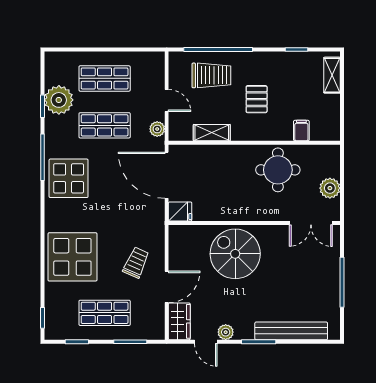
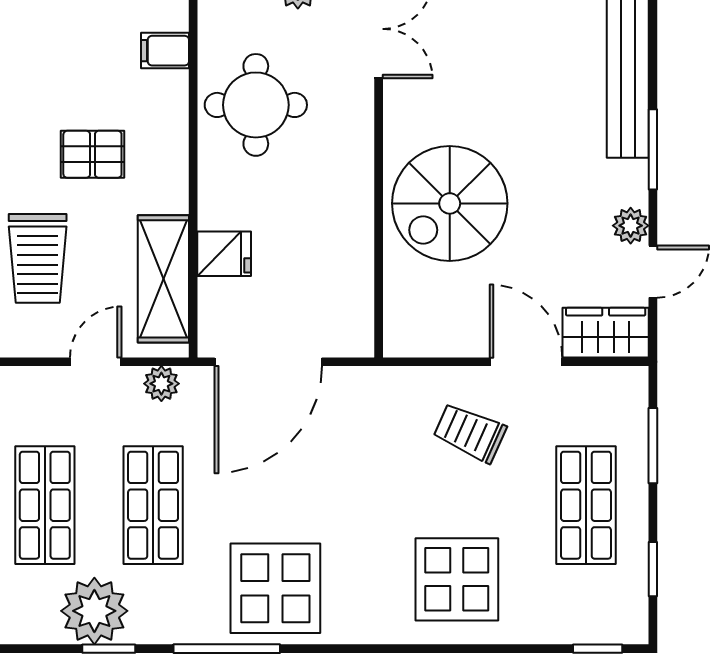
trolley: (211, 75) -> (38, 258), turned 180
shelving: (212, 133) -> (163, 279), width x1.50, depth x1.33
fridge: (180, 212) -> (224, 254), moved, turned 90
display table: (72, 257) -> (457, 579), width x0.73, depth x0.73

